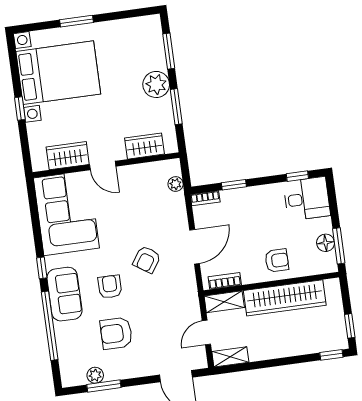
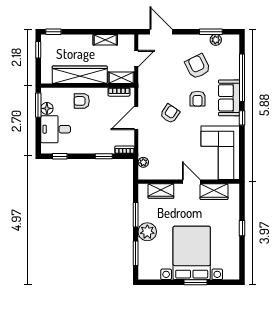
bed with nightstands: (58, 73) -> (192, 253), moved, turned 90
desk: (307, 199) -> (56, 129), moved
armchair: (116, 333) -> (198, 66), turned -116
shelving: (230, 357) -> (105, 40), moved

